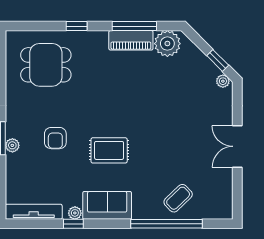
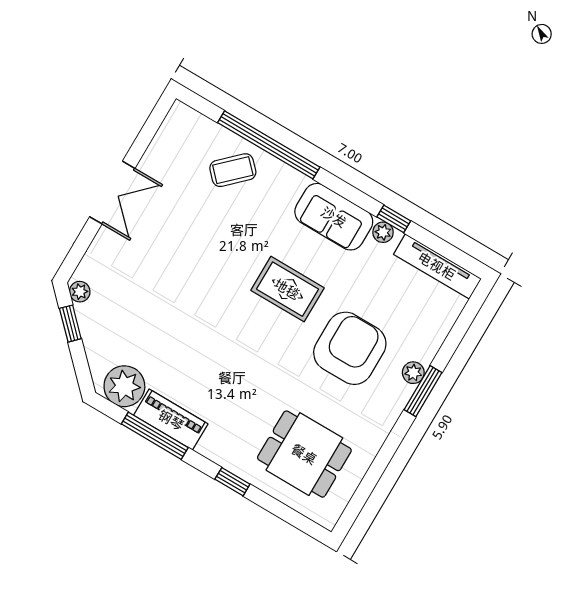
armchair: (55, 138) -> (350, 348), width x1.88, depth x1.88

